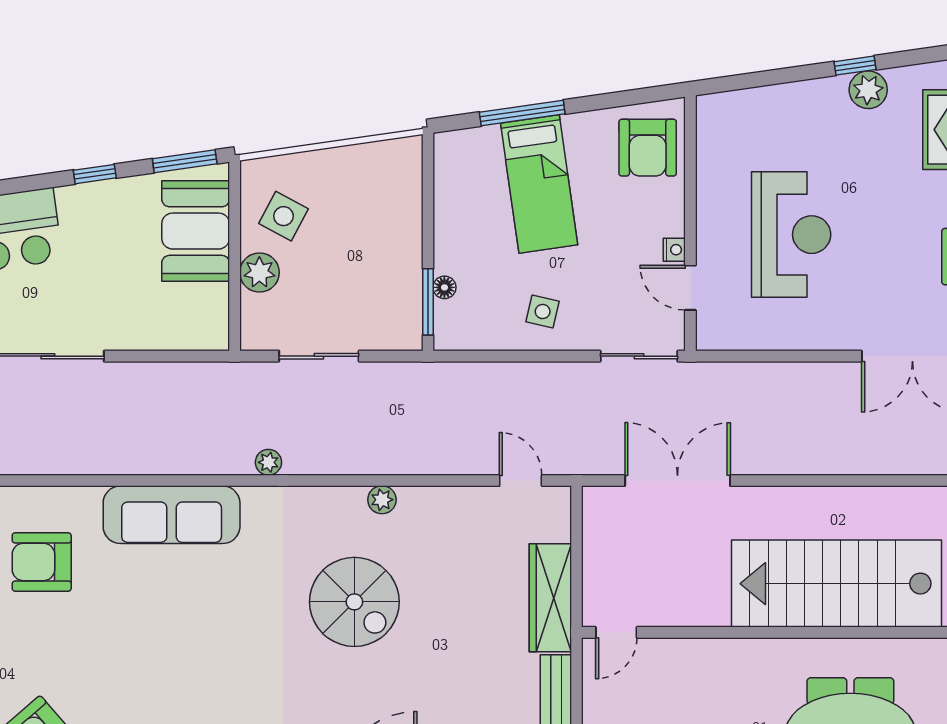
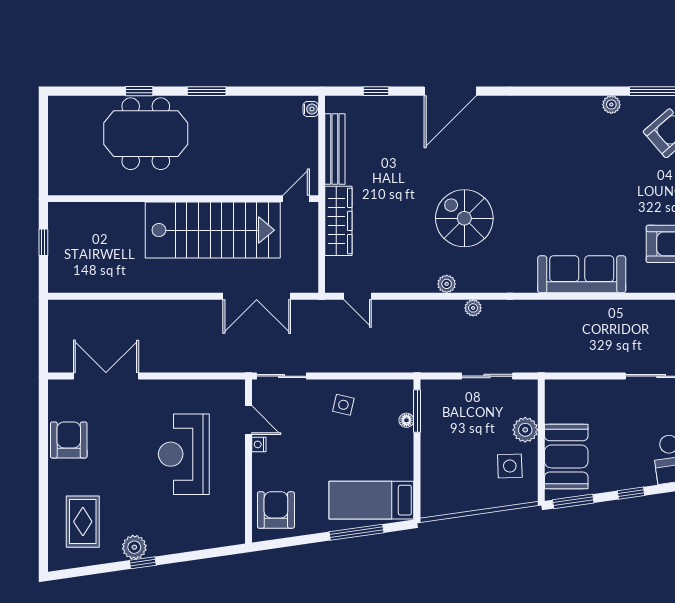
bed: (539, 184) -> (371, 500), moved, turned -82
side table: (284, 216) -> (510, 466), turned -30
plant: (268, 462) -> (473, 308), moved
stairs: (837, 584) -> (213, 230), moved

